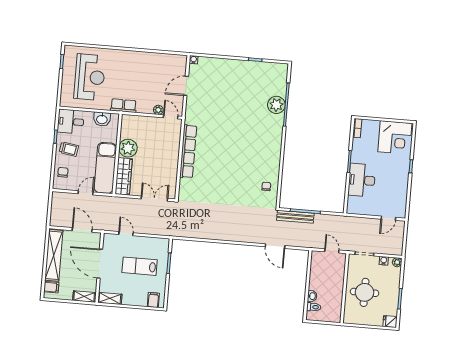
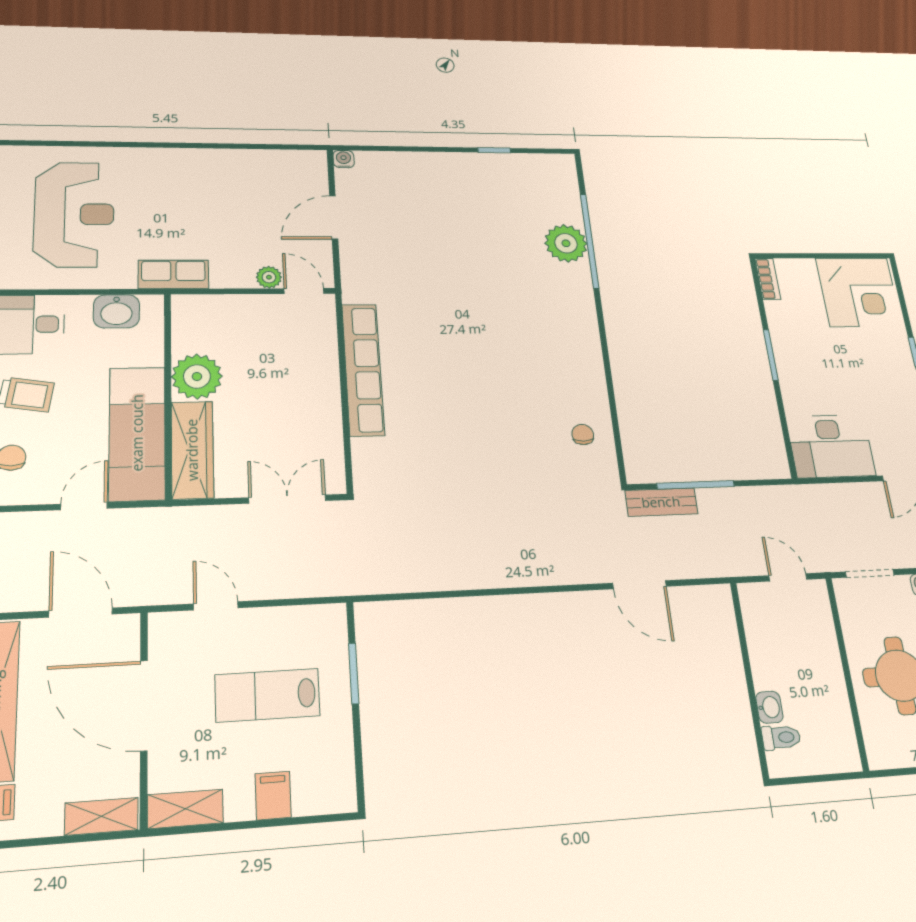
desk: (362, 180) -> (831, 446), moved, turned -90
bench: (295, 217) -> (661, 502), width x0.73
filing cabinet: (153, 300) -> (273, 795), moved

